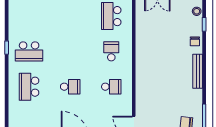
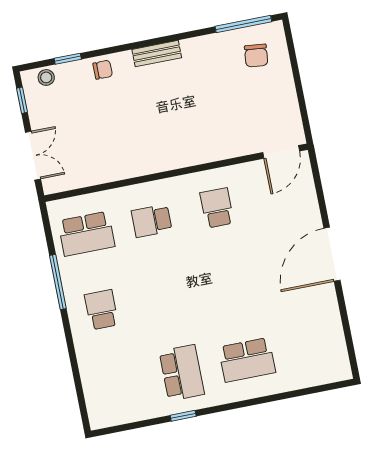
bench: (198, 71) -> (157, 54), width x0.73
school desk: (70, 87) -> (101, 310), moved

